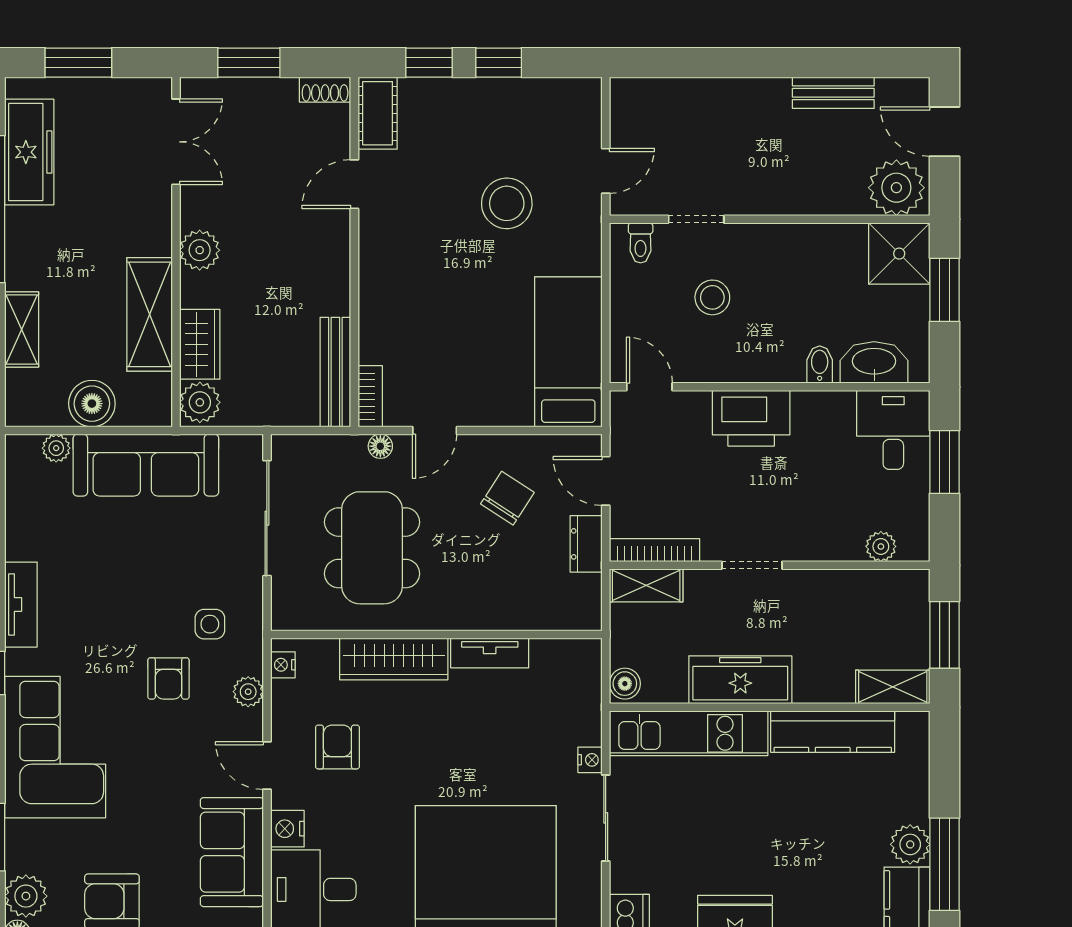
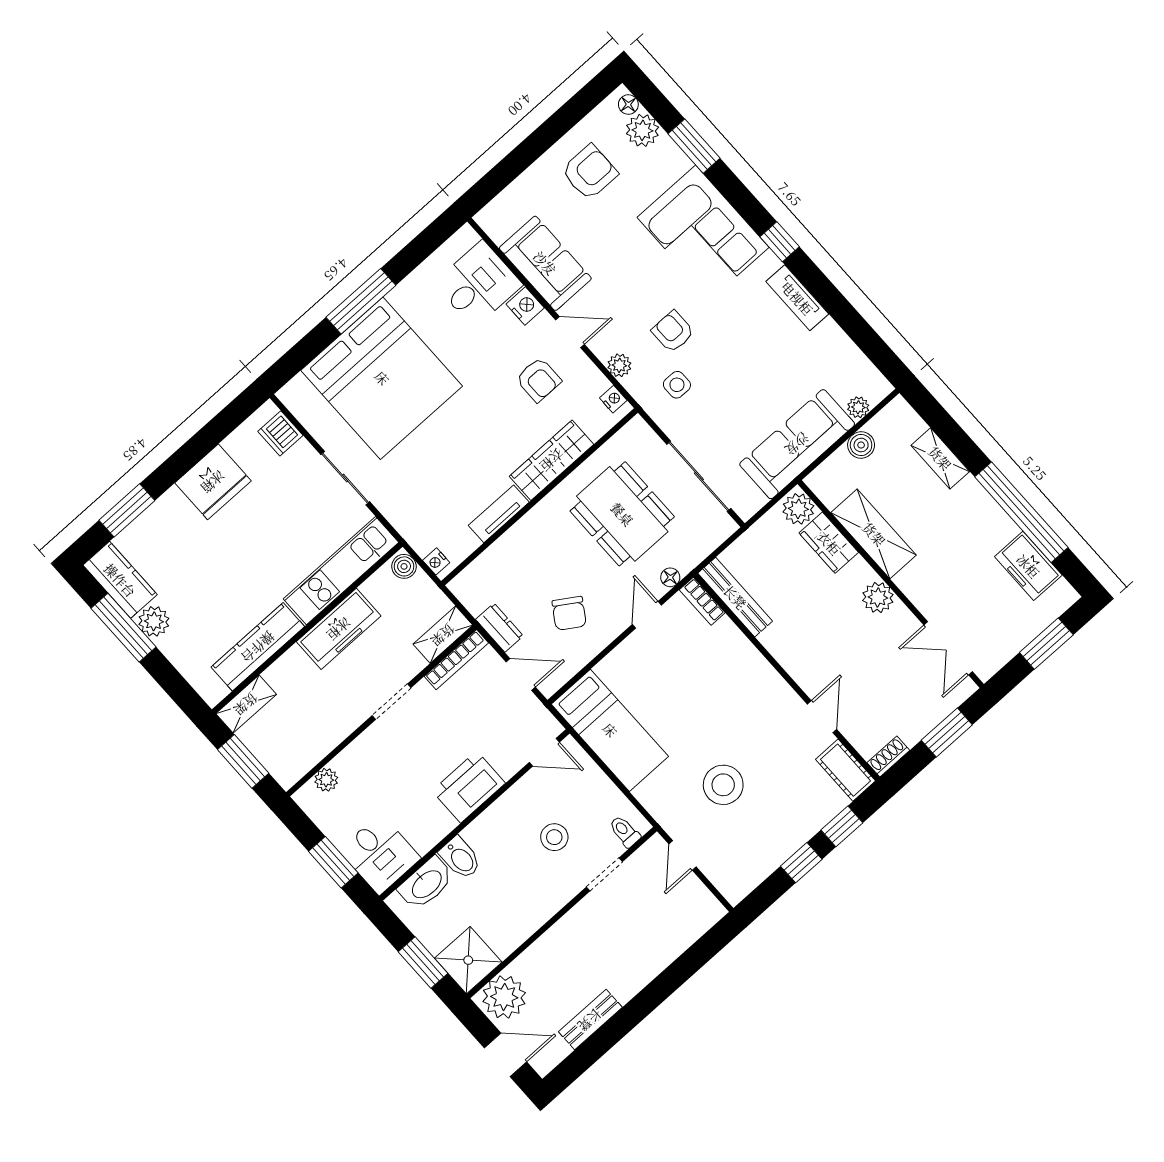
freezer: (29, 152) -> (1028, 566), width x0.71
bidet: (820, 364) -> (460, 858), width x1.38, depth x1.36
boiler: (92, 404) -> (861, 445), width x0.73, depth x0.73
nightstand: (590, 760) -> (436, 561), moved

